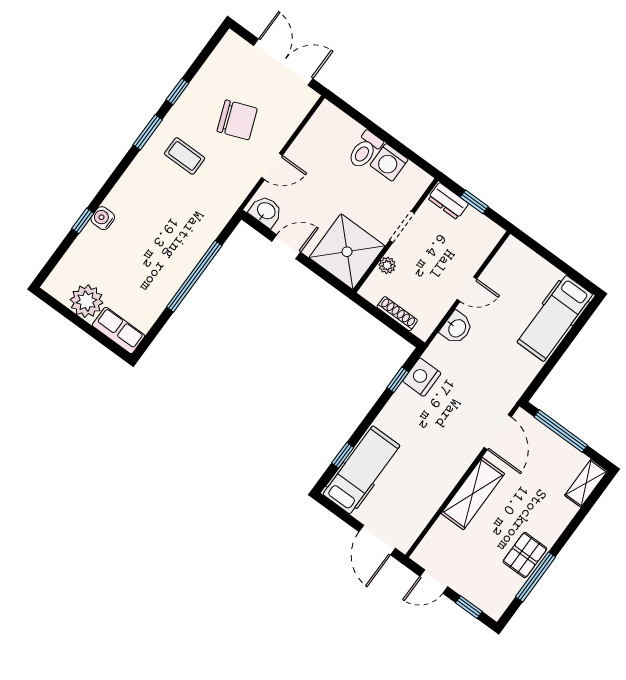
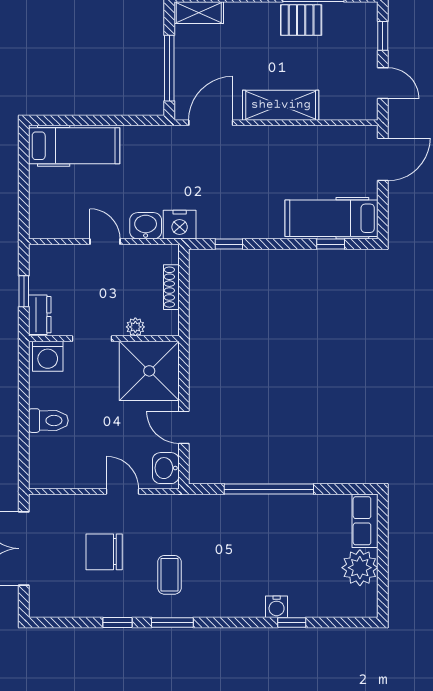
chair: (237, 120) -> (104, 552), turned -69
washing machine: (389, 162) -> (48, 356), moved, turned 90
nightstand: (422, 377) -> (180, 225), moved

